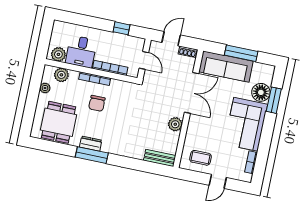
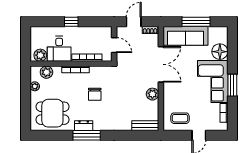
window: (122, 28) -> (71, 22), moved
window: (274, 100) -> (232, 85), moved
chair: (97, 103) -> (95, 94), moved
dining table: (59, 122) -> (52, 113), turned 90

